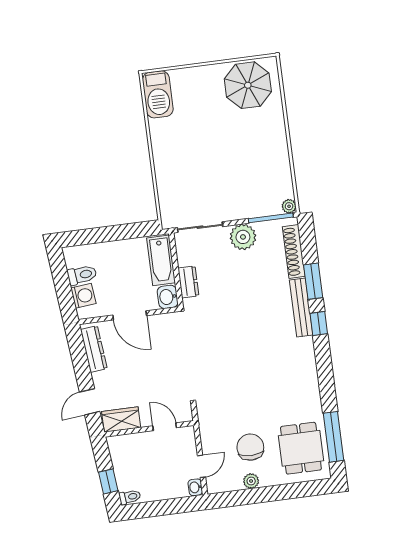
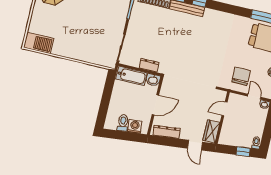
plant: (243, 237) -> (136, 26), removed
chair: (250, 447) -> (241, 76), moved, turned 90

